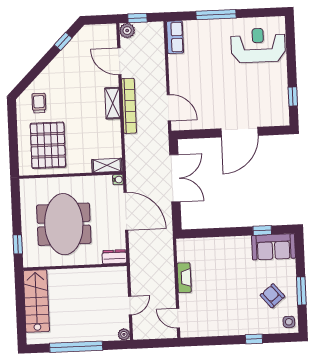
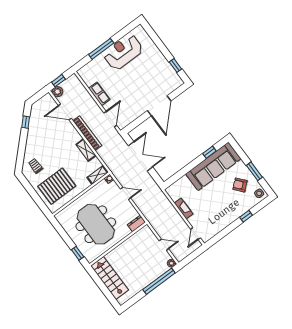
row of seats: (175, 37) -> (99, 94), moved
reception desk: (258, 45) -> (123, 52), moved
shelving: (113, 103) -> (86, 150), moved
door: (169, 108) -> (110, 119), hinge flipped
pallet: (48, 145) -> (57, 186), turned 90
door: (126, 211) -> (126, 193), width x0.53
sofa: (273, 247) -> (213, 166), width x1.85, depth x1.27
door: (130, 306) -> (164, 245), hinge flipped
door: (178, 318) -> (196, 234), hinge flipped
window: (76, 347) -> (159, 281), moved

